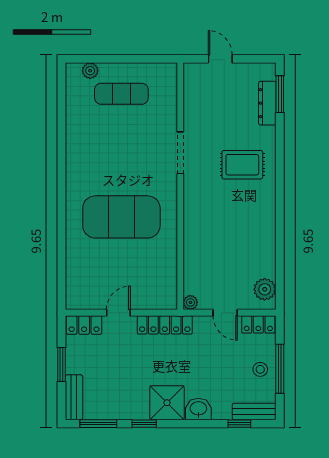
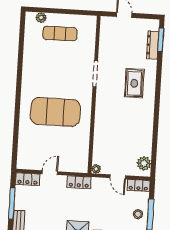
rug: (242, 165) -> (134, 83), turned 90
locker: (165, 325) -> (79, 182), width x0.66
window: (62, 365) -> (12, 204), width x1.44

